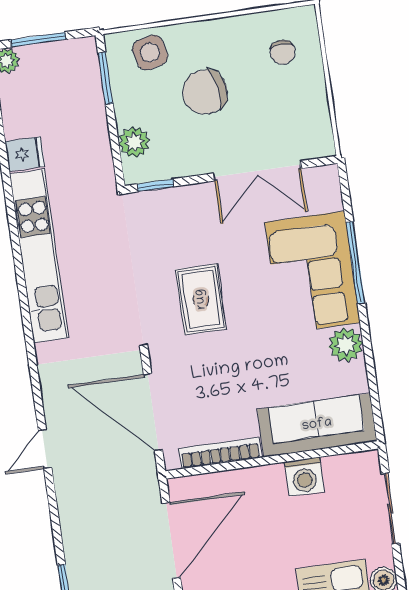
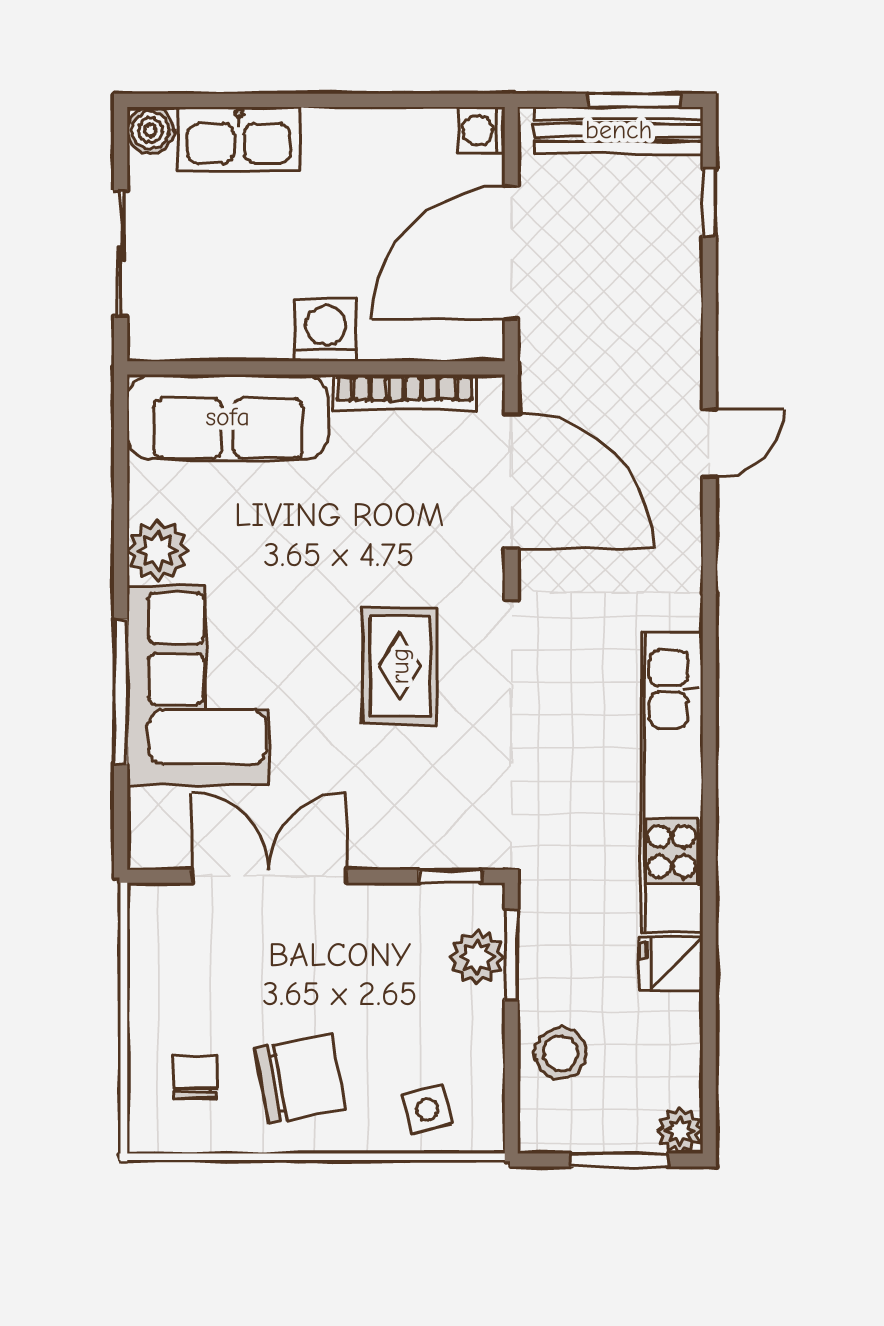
side table: (150, 53) -> (427, 1110), width x0.73, depth x0.73
window: (105, 78) -> (511, 955), moved
chair: (205, 92) -> (300, 1079), moved
stool: (80, 95) -> (560, 1053), added
washing machine: (304, 477) -> (326, 330), moved

